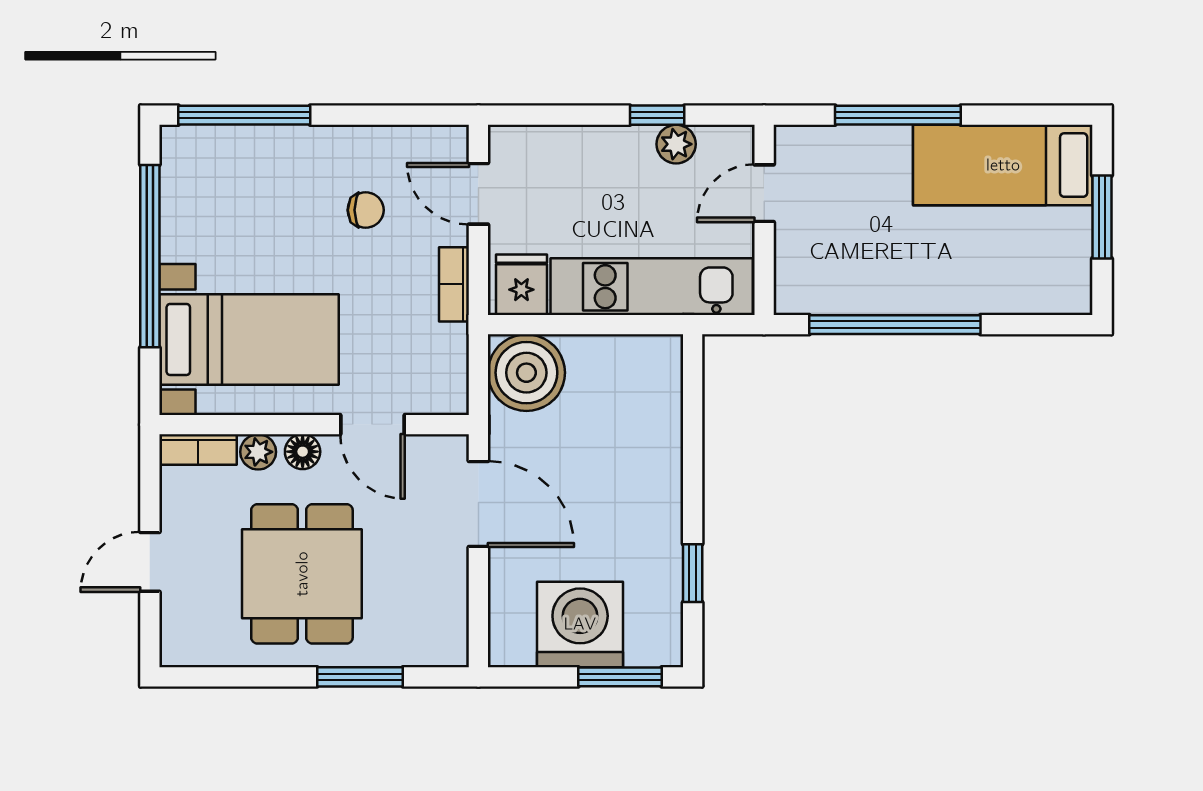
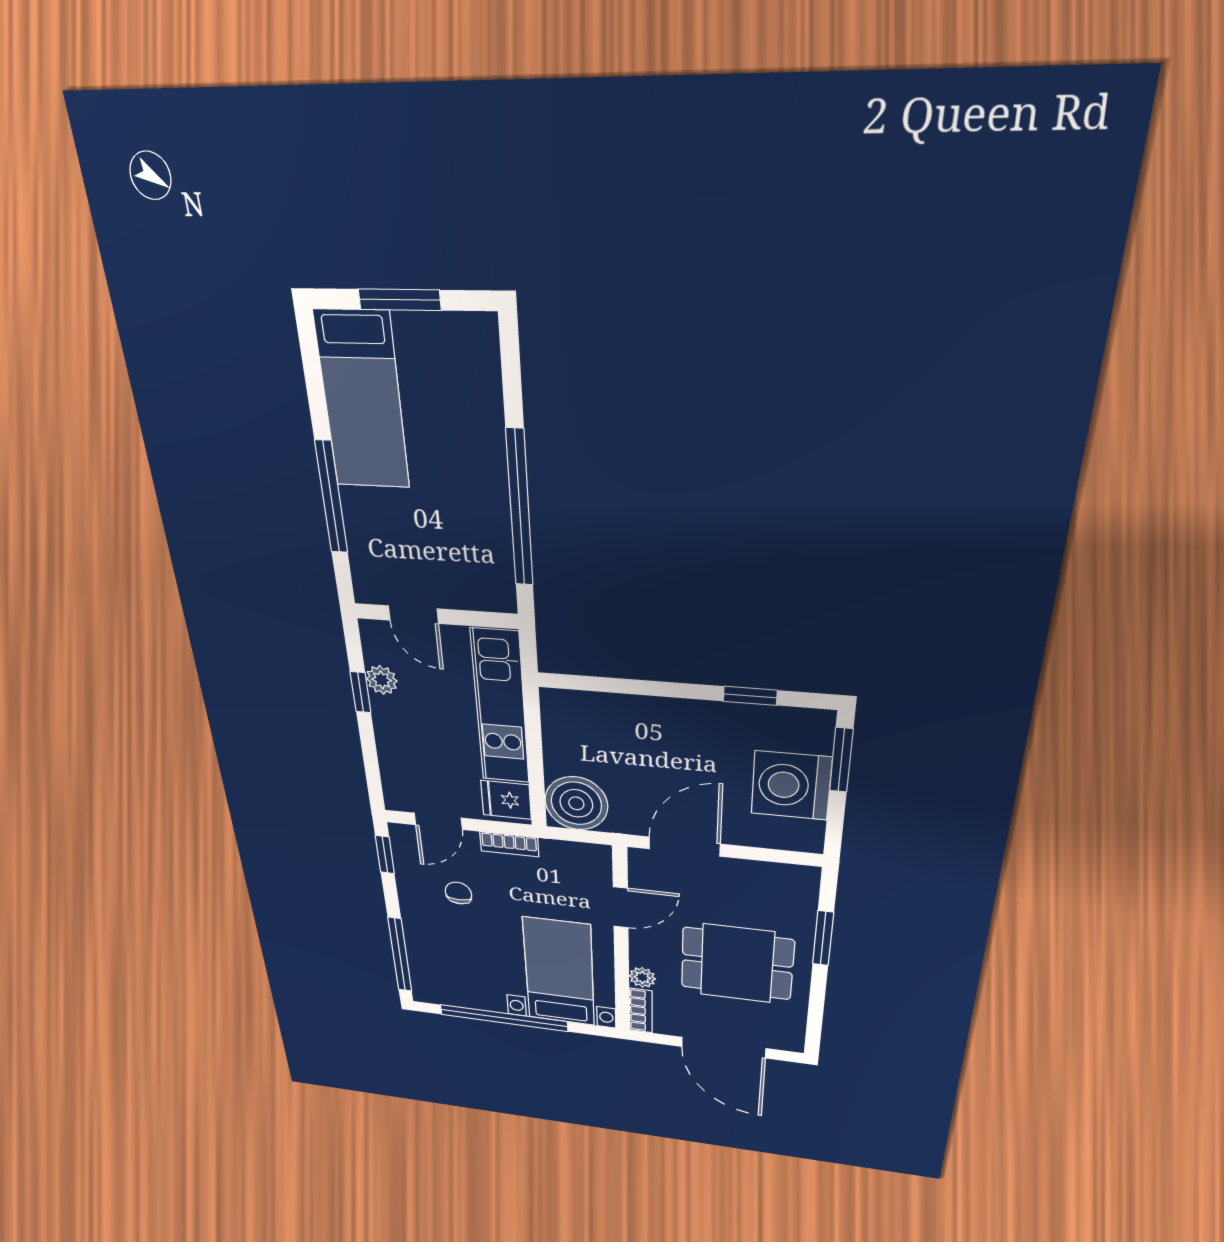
window: (416, 115) -> (385, 855), added
floor lamp: (303, 452) -> (642, 952), removed
door: (150, 562) -> (724, 1048), width x1.87

